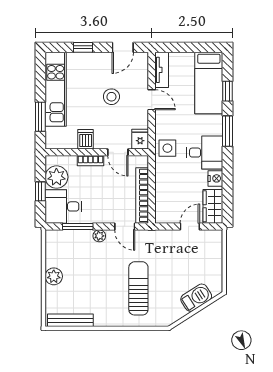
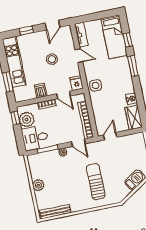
desk: (205, 153) -> (121, 83), removed
window: (40, 191) -> (15, 118), moved
door: (190, 226) -> (110, 136), moved

